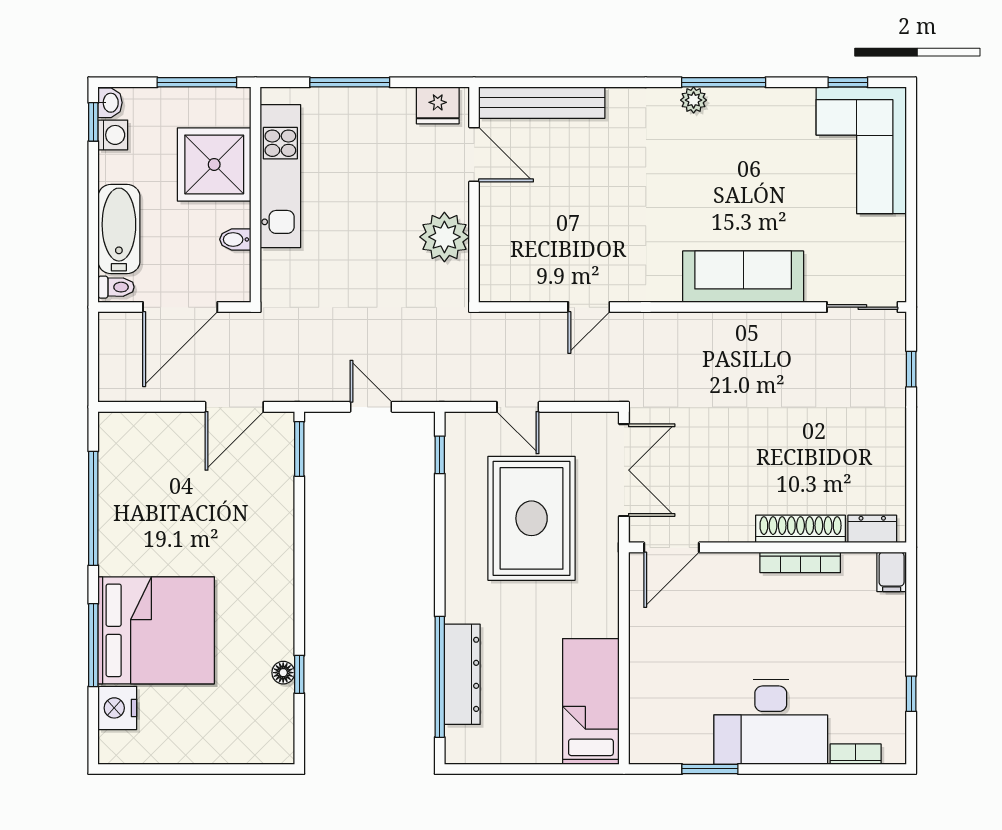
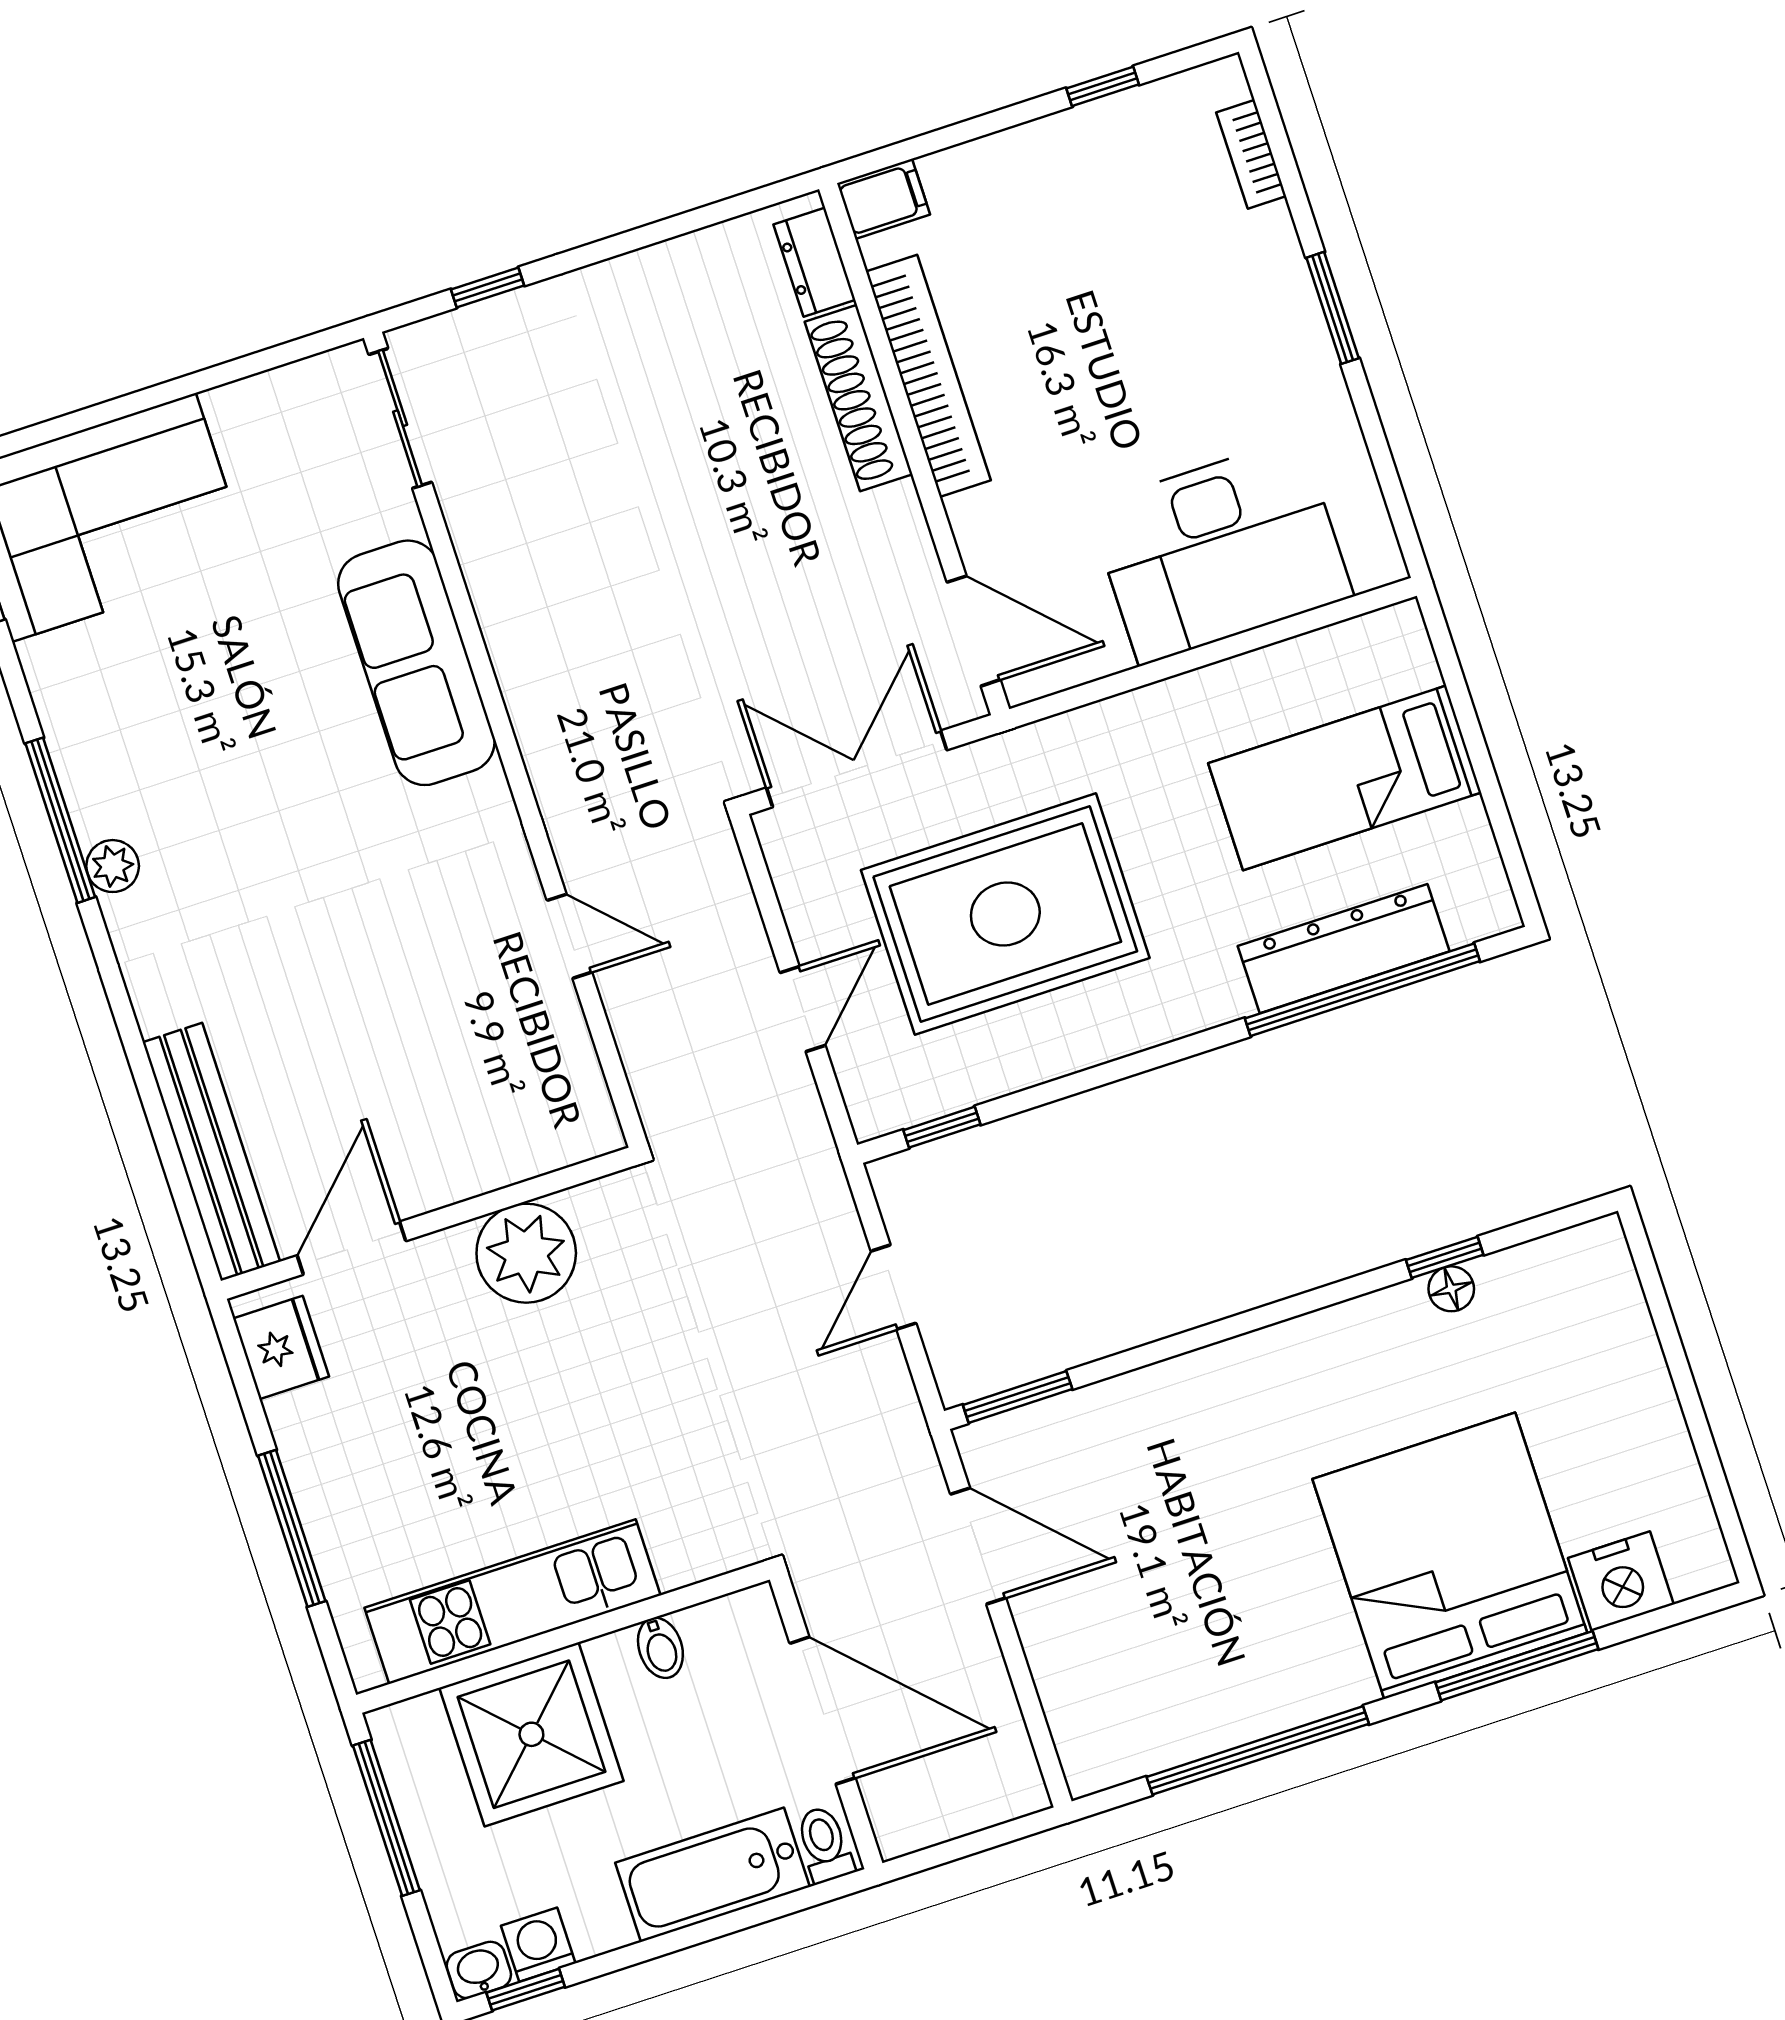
bookcase: (800, 562) -> (928, 376), width x1.48, depth x1.31
bed: (591, 701) -> (1345, 778), moved
desk: (771, 722) -> (1220, 551), moved, turned 90
window: (710, 769) -> (1333, 308), moved

